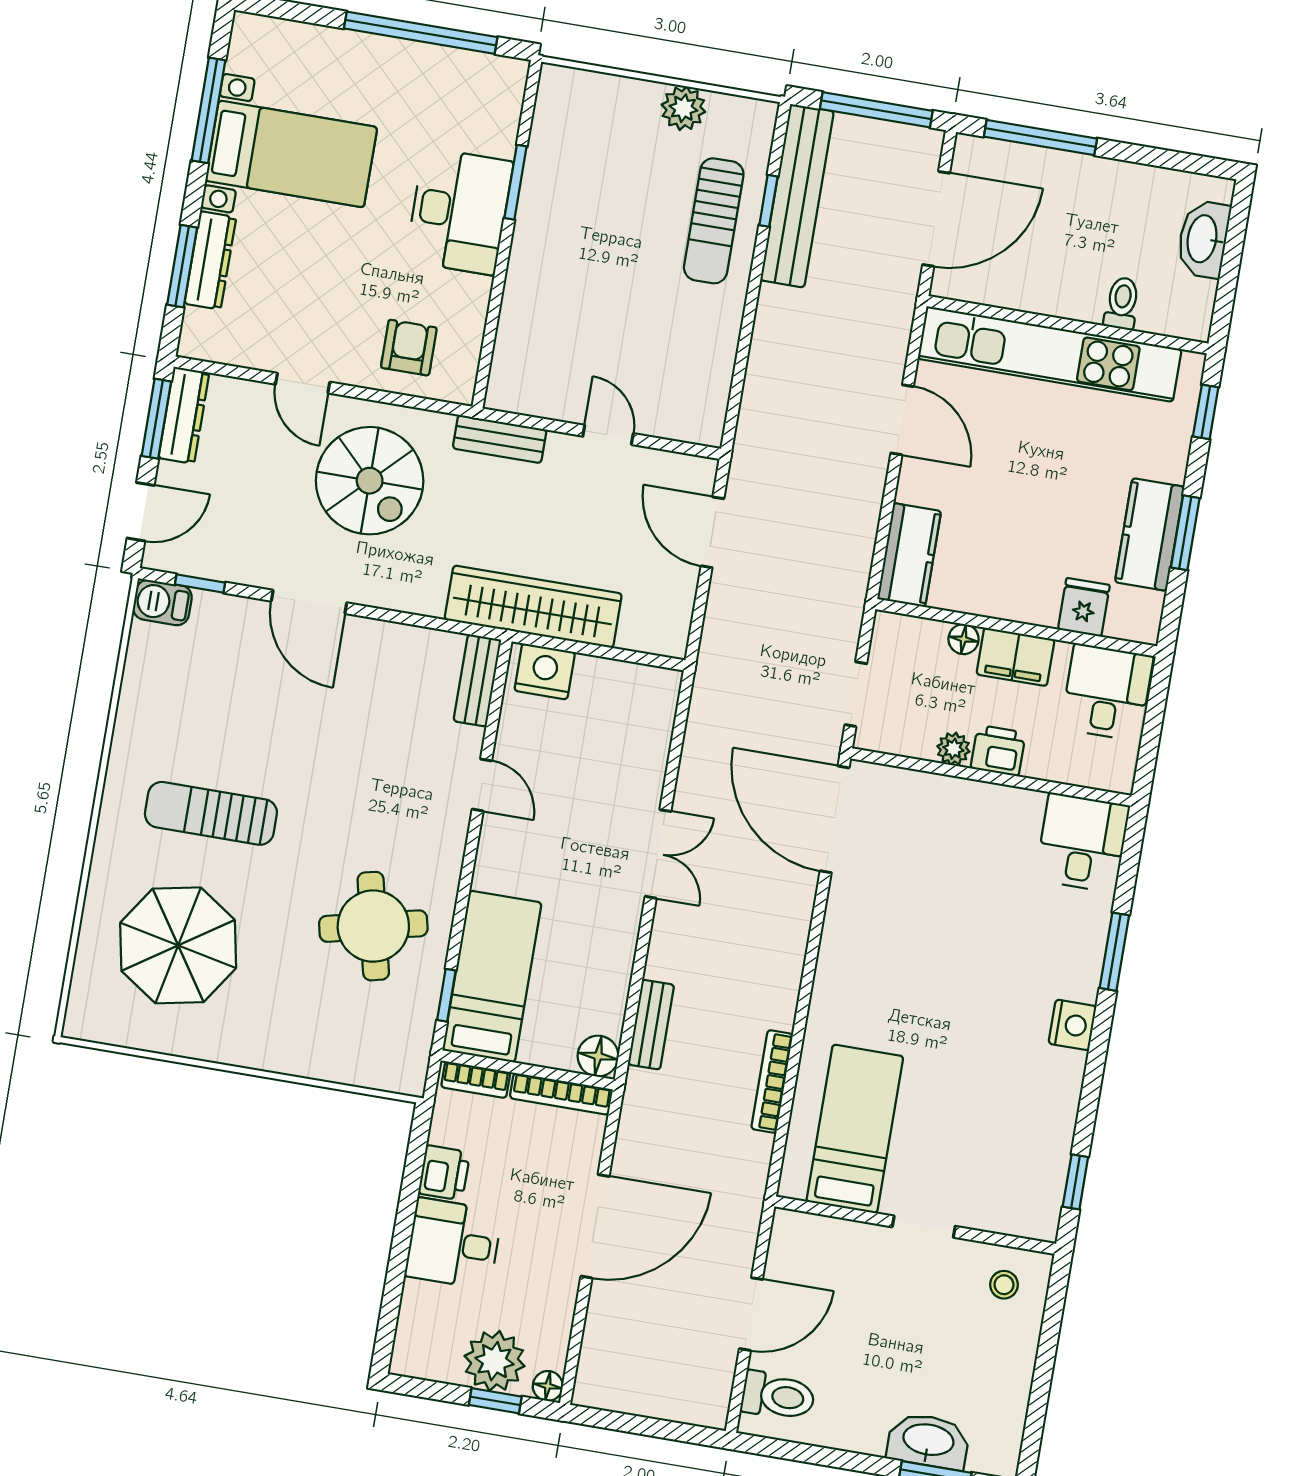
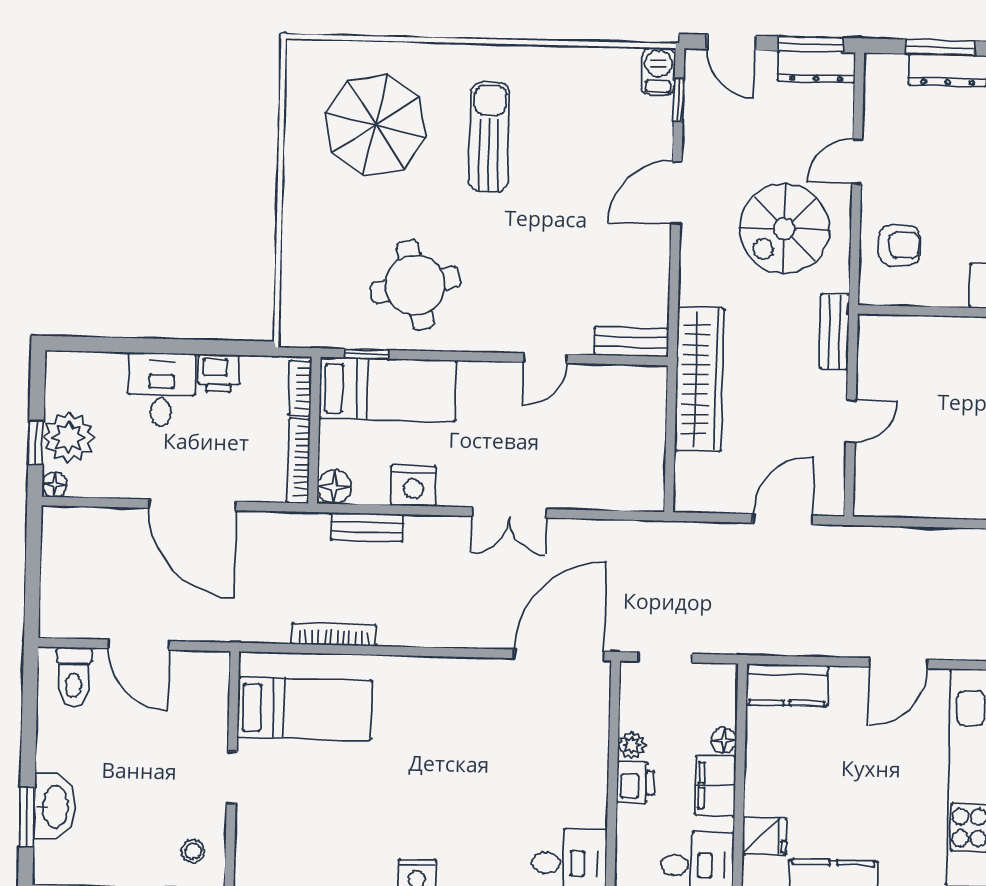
nightstand: (545, 671) -> (413, 486), moved, turned 90

